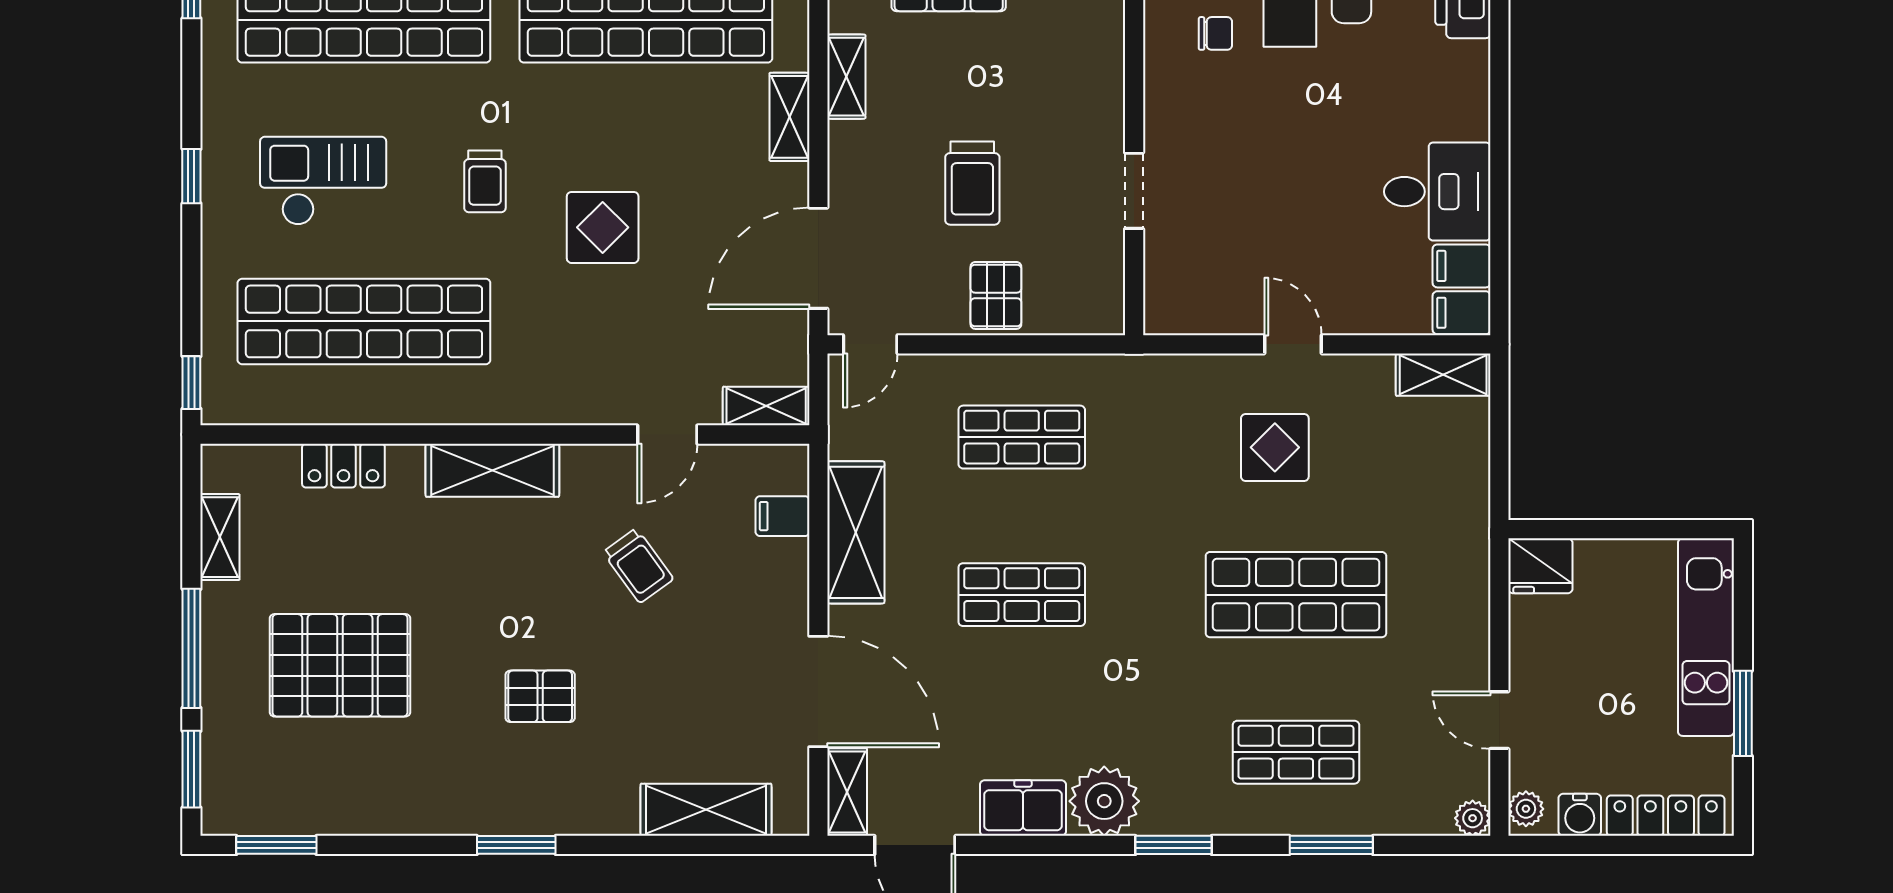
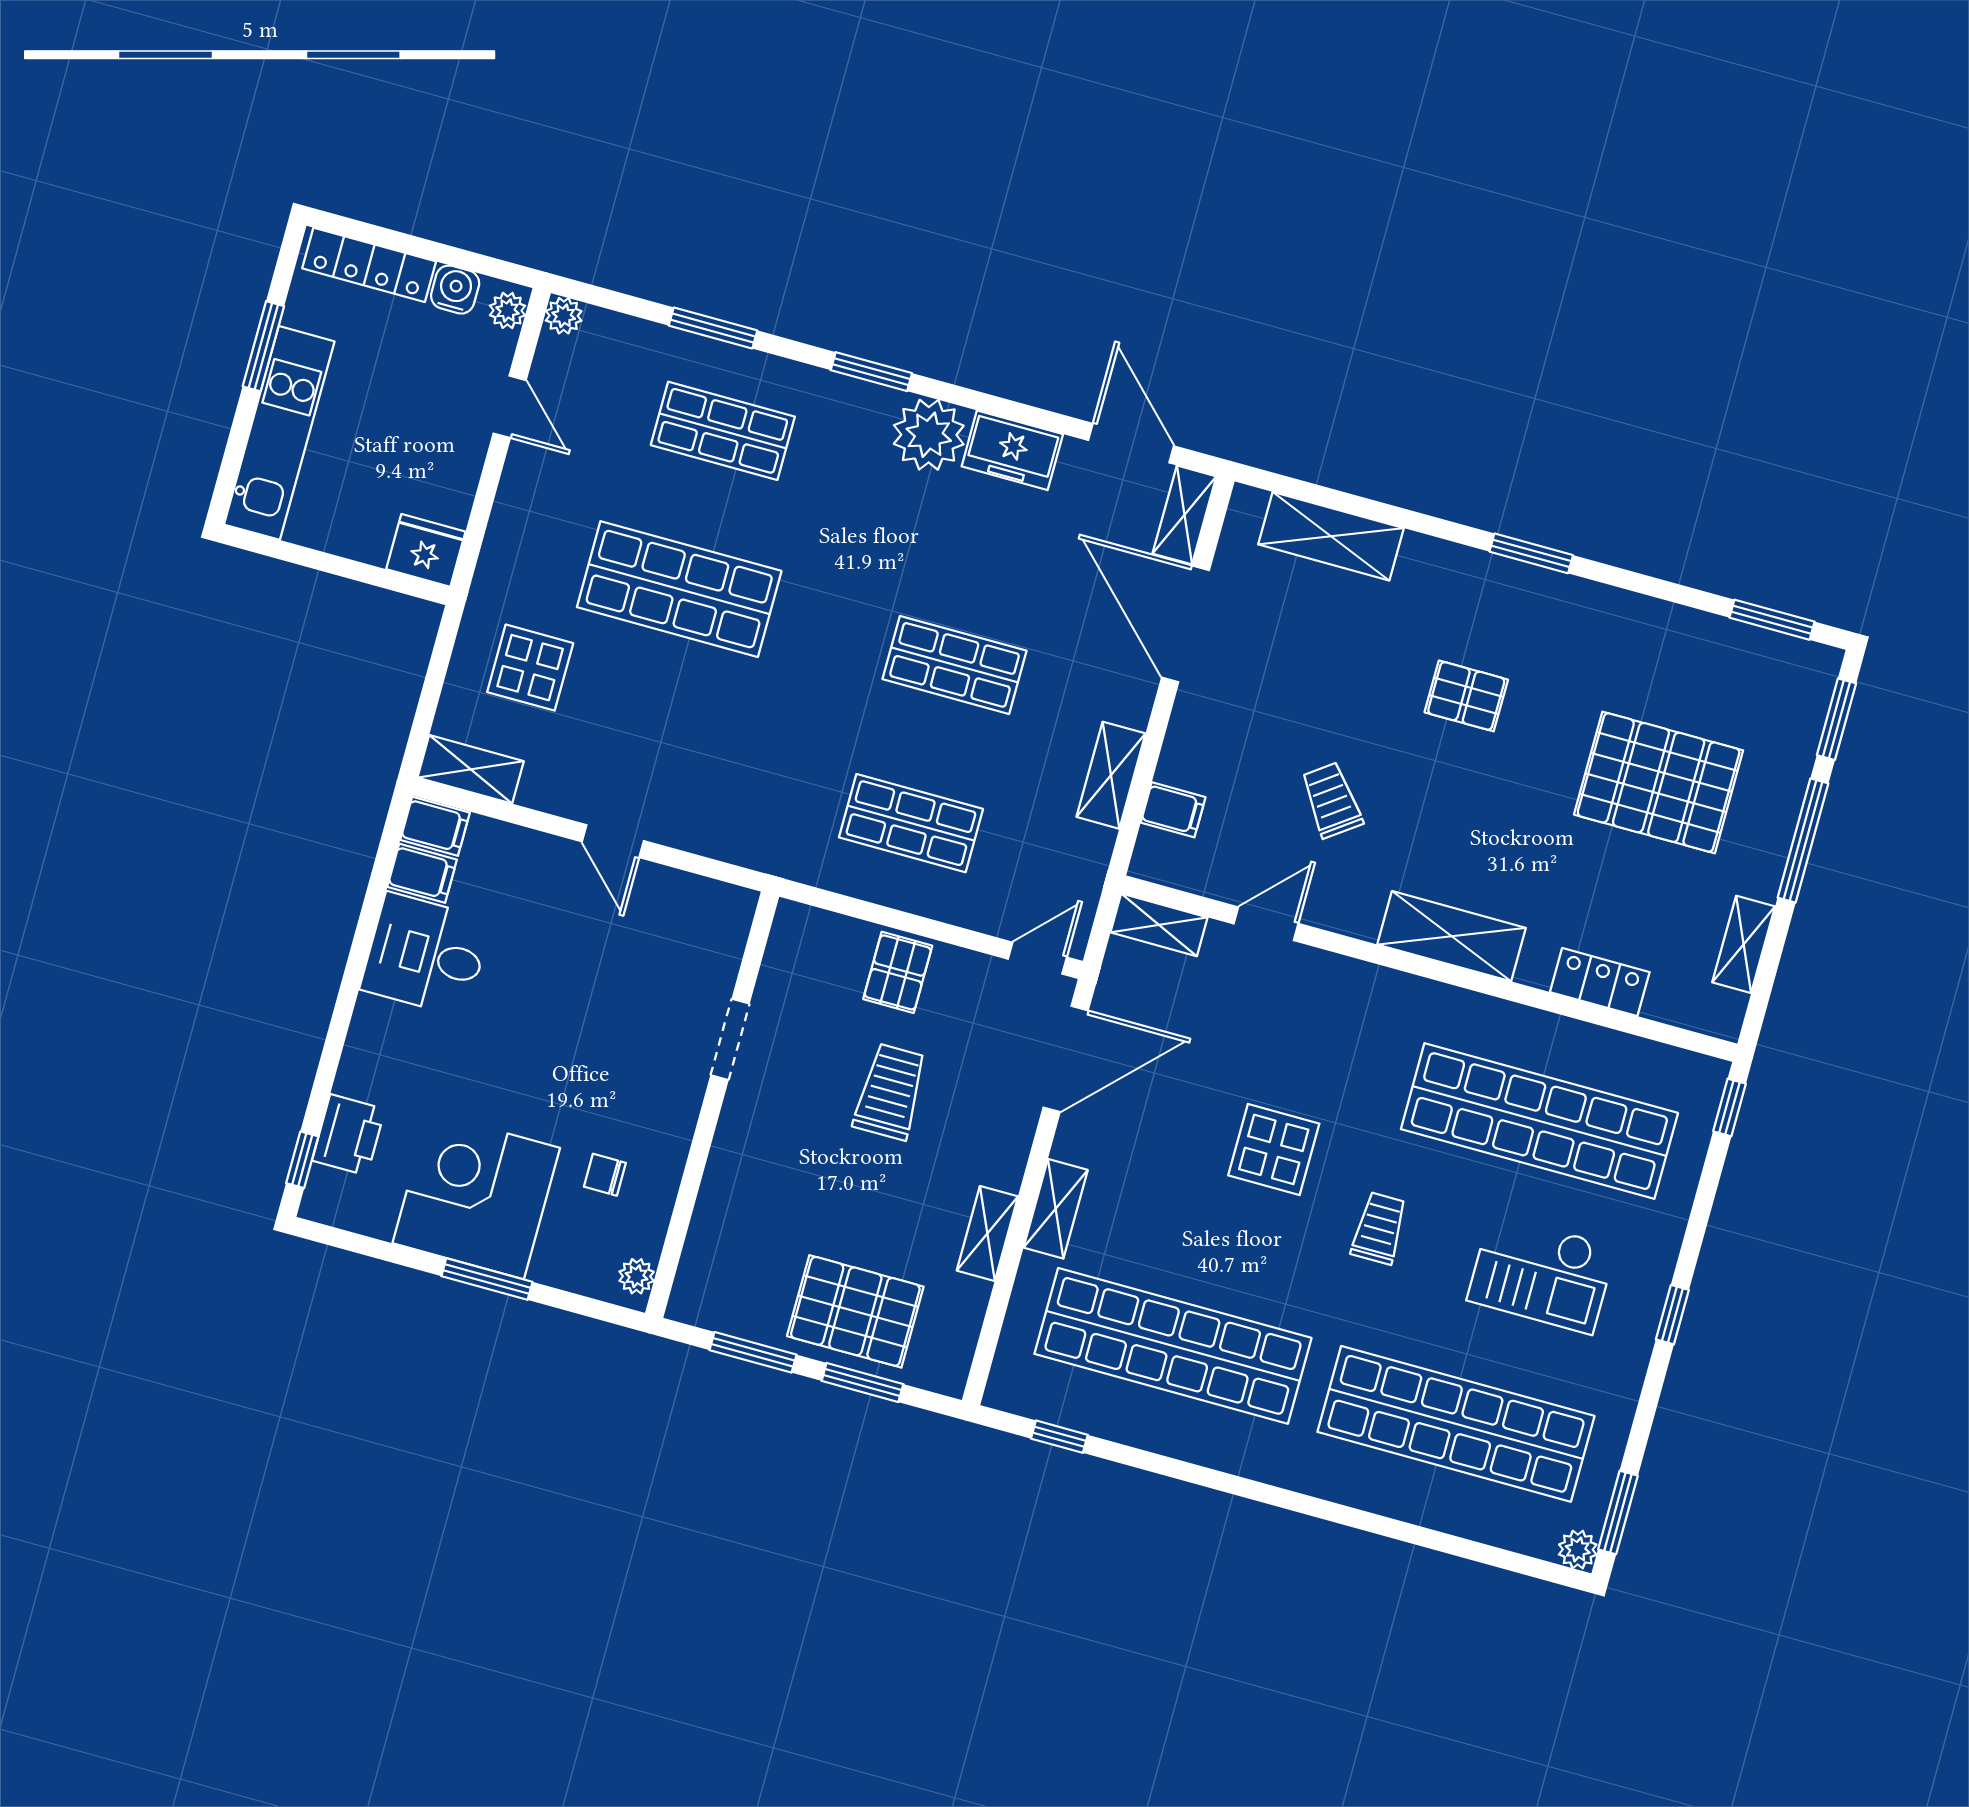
display table: (1275, 447) -> (530, 668), moved
shelving: (856, 532) -> (1111, 775), width x0.67, depth x0.75

